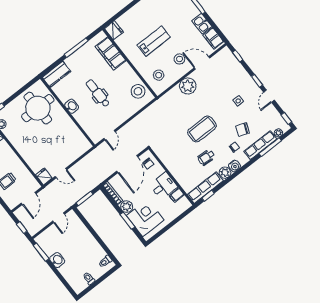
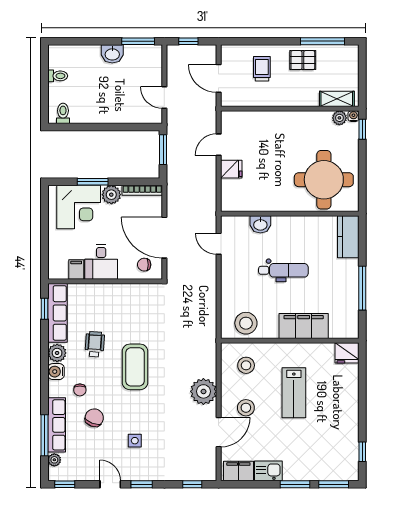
filing cabinet: (111, 54) -> (304, 326), moved
washbasin: (72, 106) -> (260, 224), moved
fridge: (44, 177) -> (231, 169), moved

